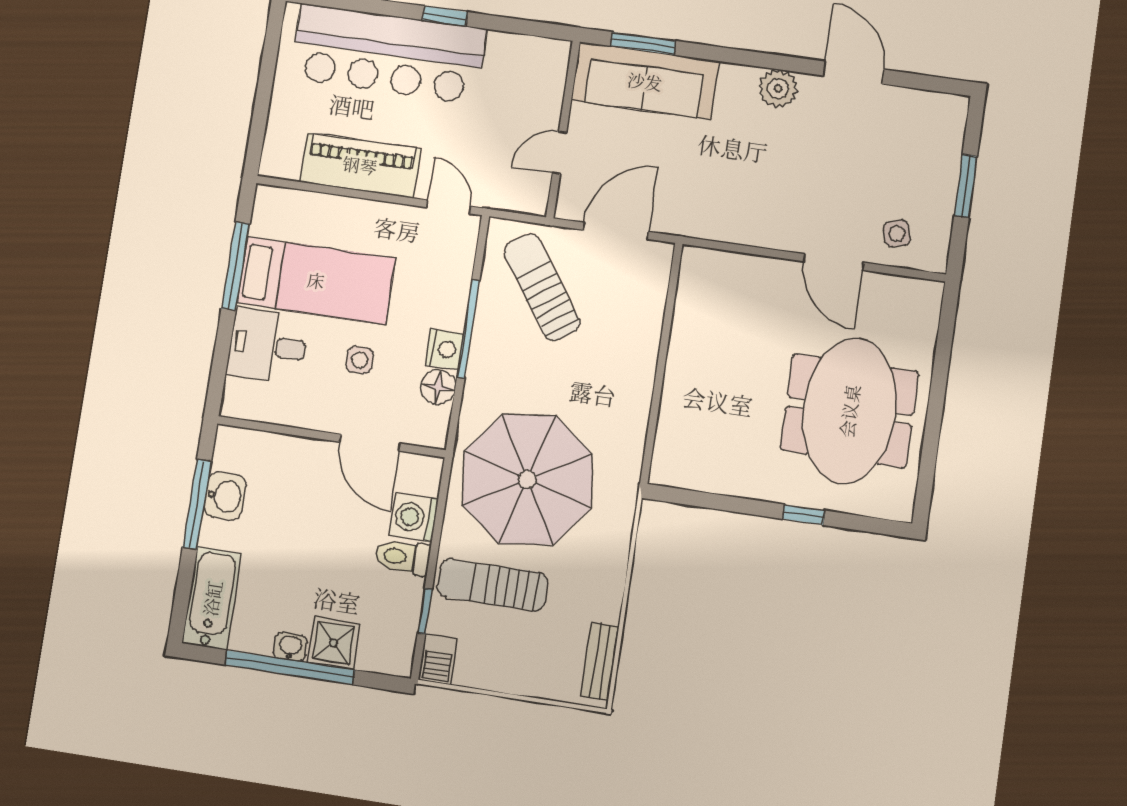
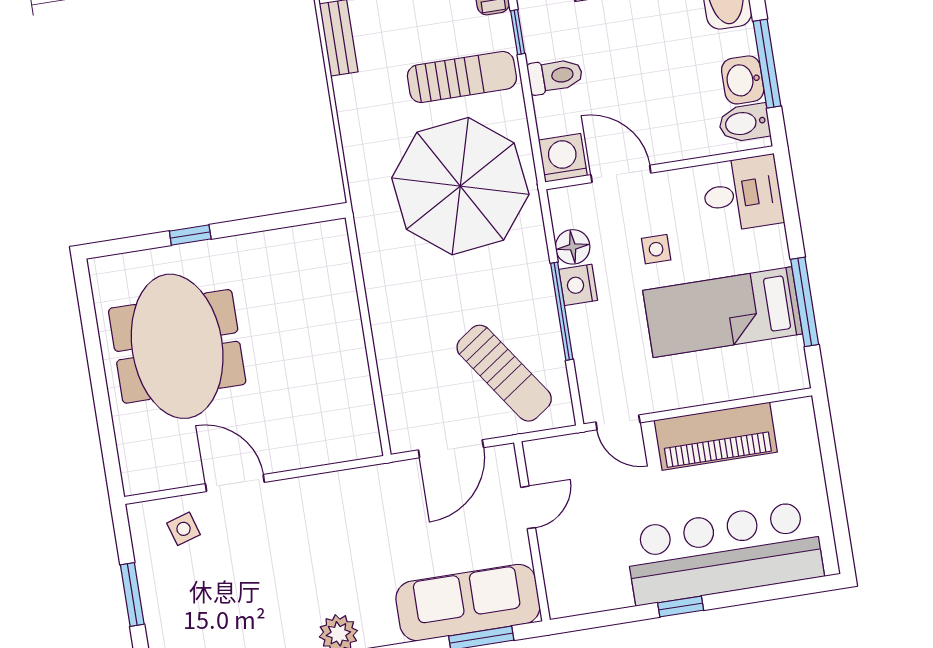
desk: (268, 346) -> (742, 194), moved
bidet: (237, 454) -> (744, 123), added
washing machine: (414, 517) -> (563, 158), moved, turned -90

